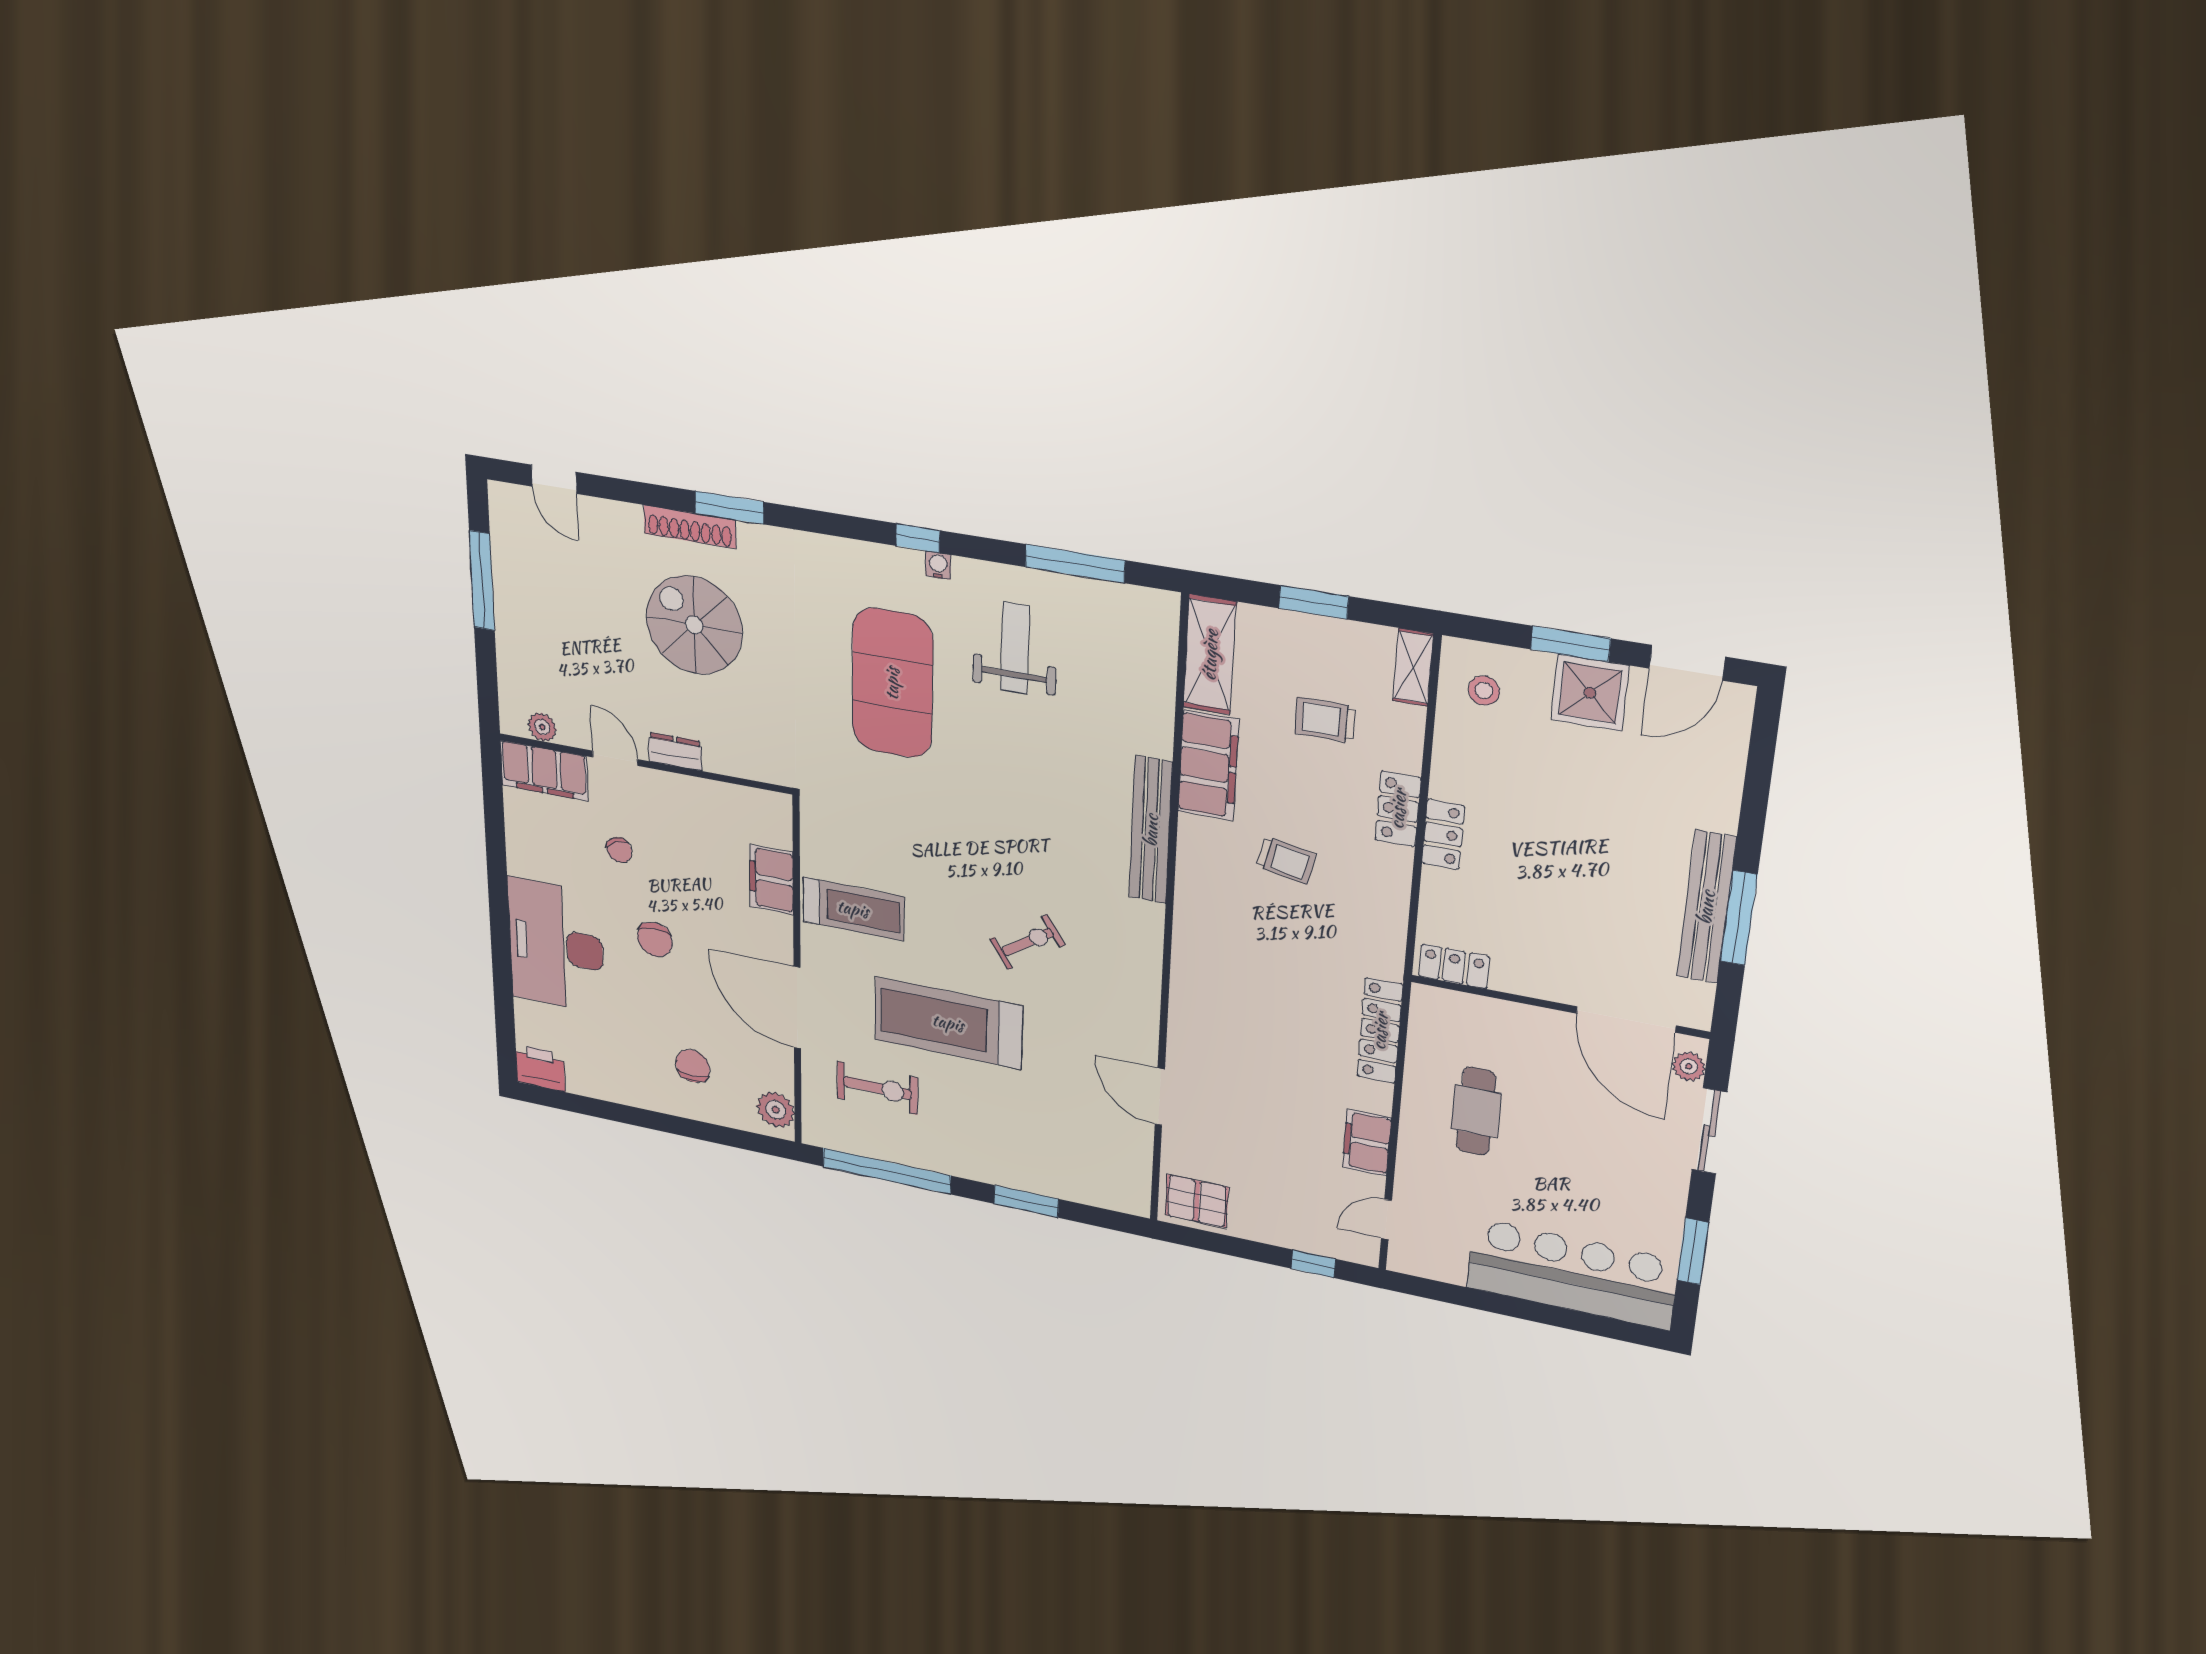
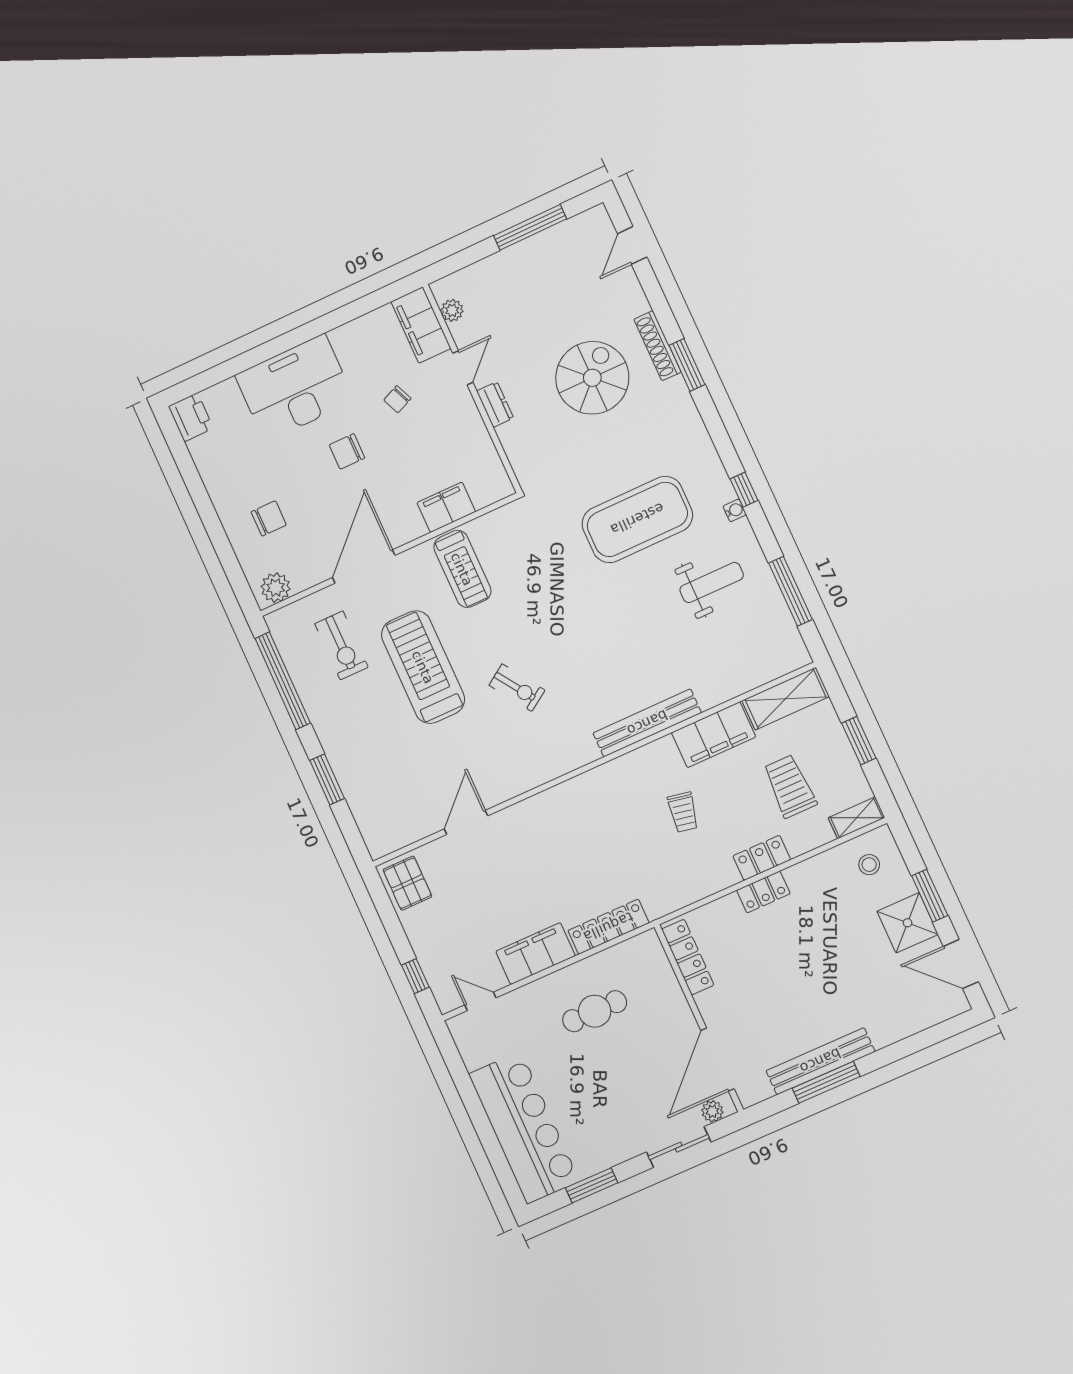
trolley: (1325, 720) -> (790, 786), width x1.36, depth x1.39
locker: (1454, 966) -> (688, 957), width x1.53
filing cabinet: (1367, 1142) -> (536, 954), width x1.50, depth x1.17

